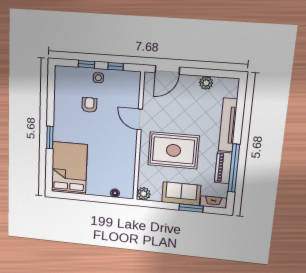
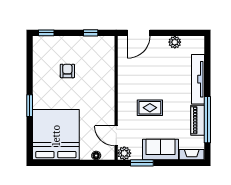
window: (86, 64) -> (46, 33), moved
side table: (98, 78) -> (75, 45), removed
door: (140, 119) -> (116, 136), moved
rug: (173, 150) -> (150, 108), width x0.54, depth x0.49
bed: (69, 168) -> (56, 135), width x1.36
window: (191, 208) -> (142, 163), moved

